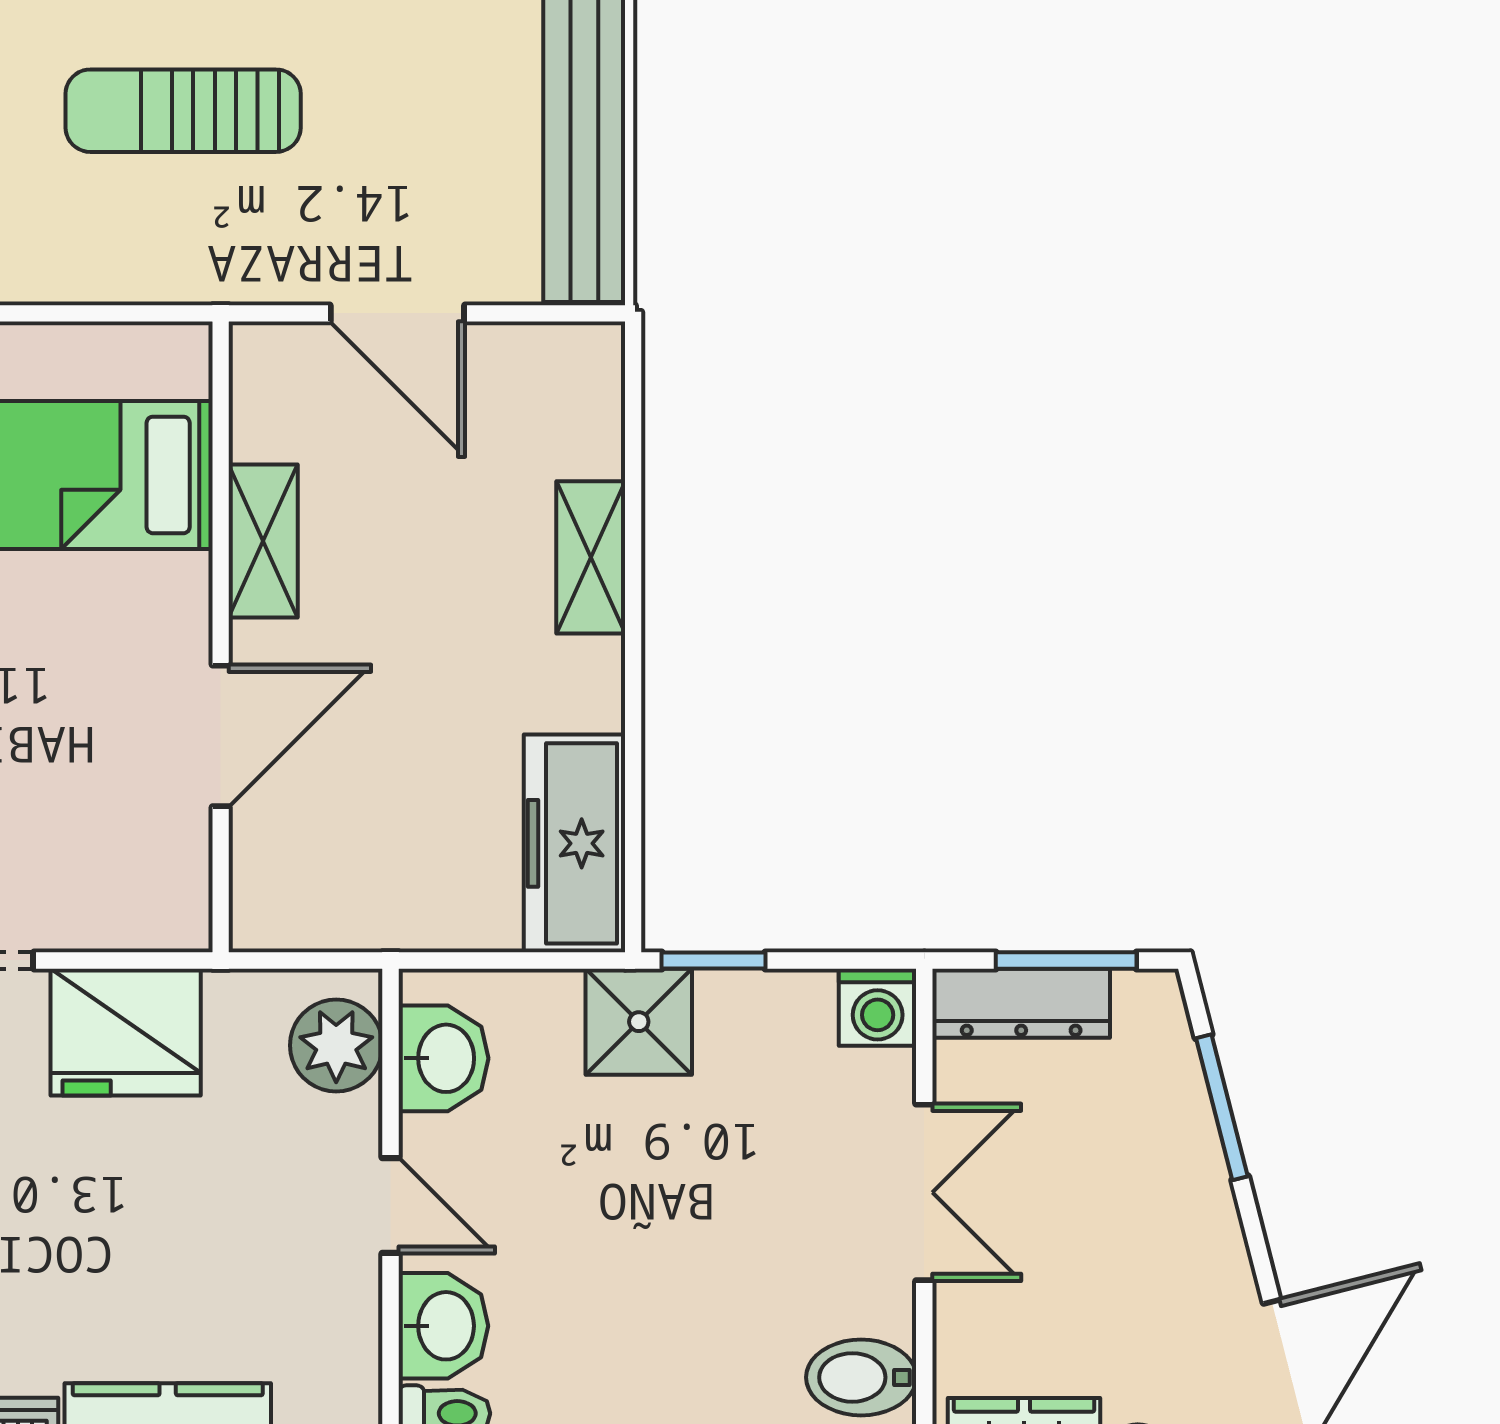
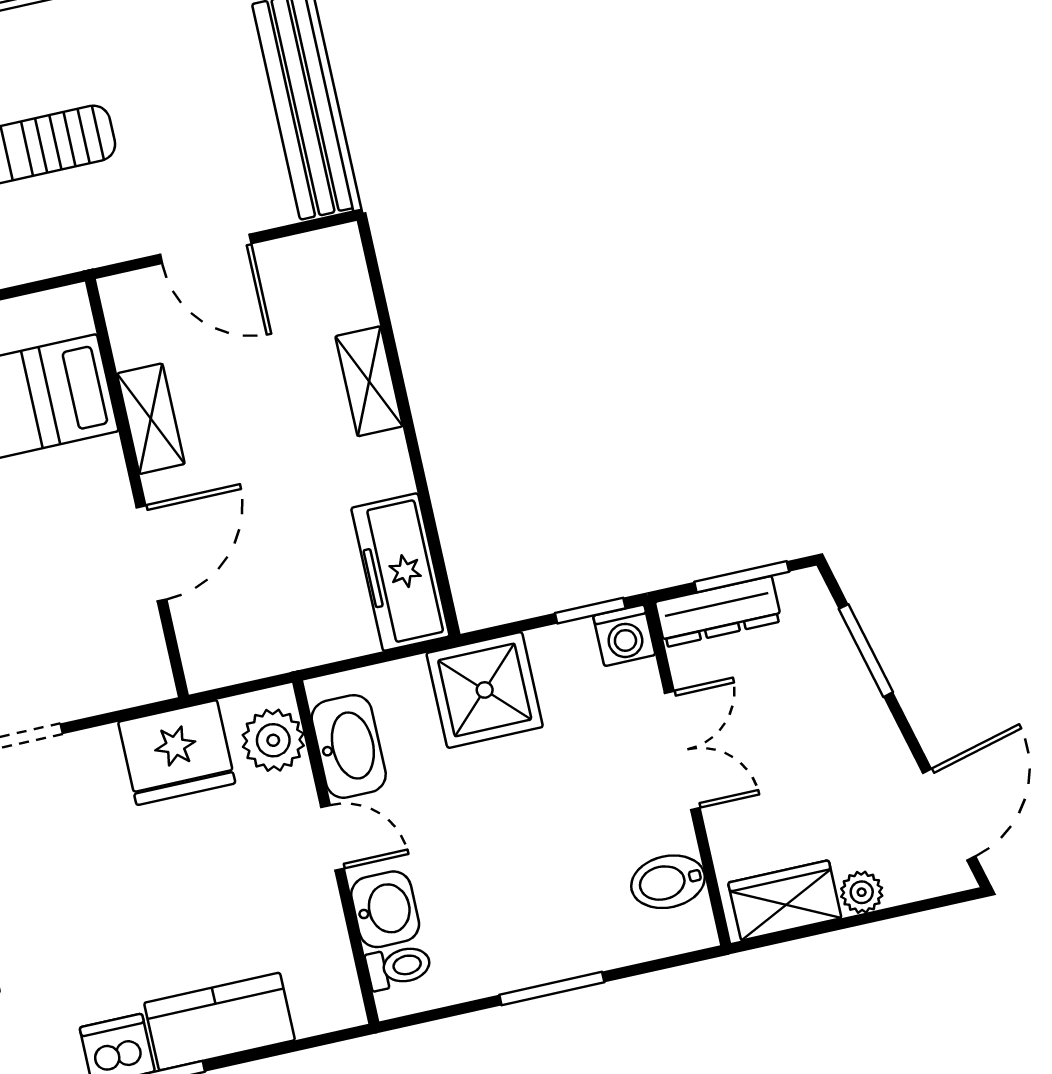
window: (713, 960) -> (590, 611), moved
shower: (639, 1022) -> (485, 690), width x1.36, depth x1.36
fridge: (126, 1032) -> (177, 753), moved
washbasin: (443, 1058) -> (349, 746), width x1.38

